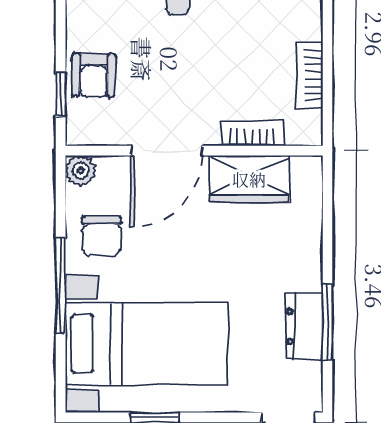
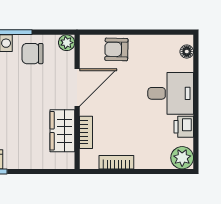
window: (61, 94) -> (106, 32), removed
door: (167, 151) -> (77, 88), swing flipped

